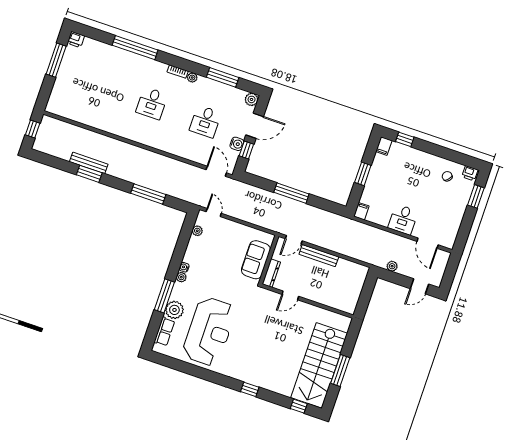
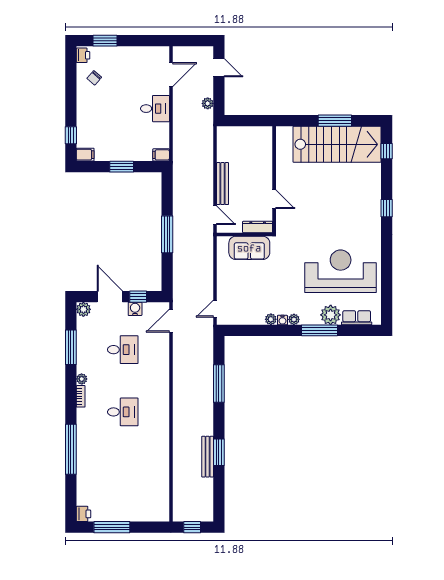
plant: (197, 231) -> (271, 319), moved

